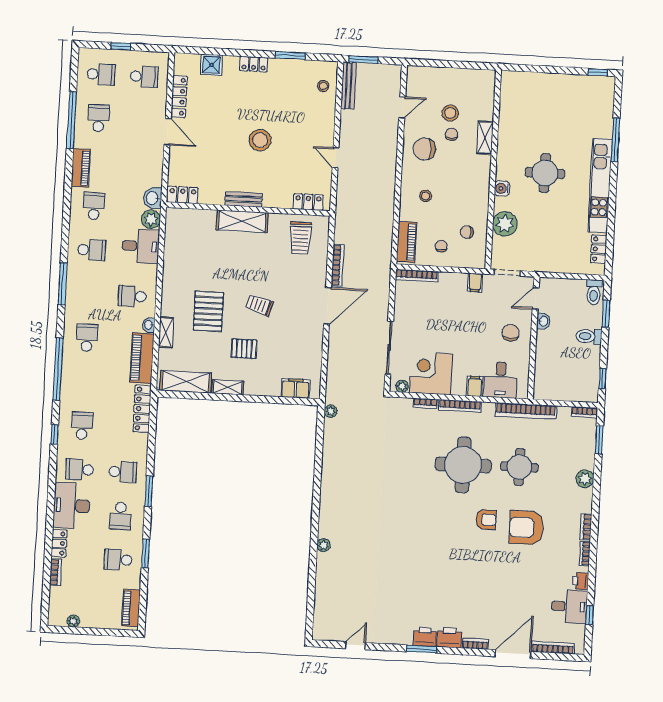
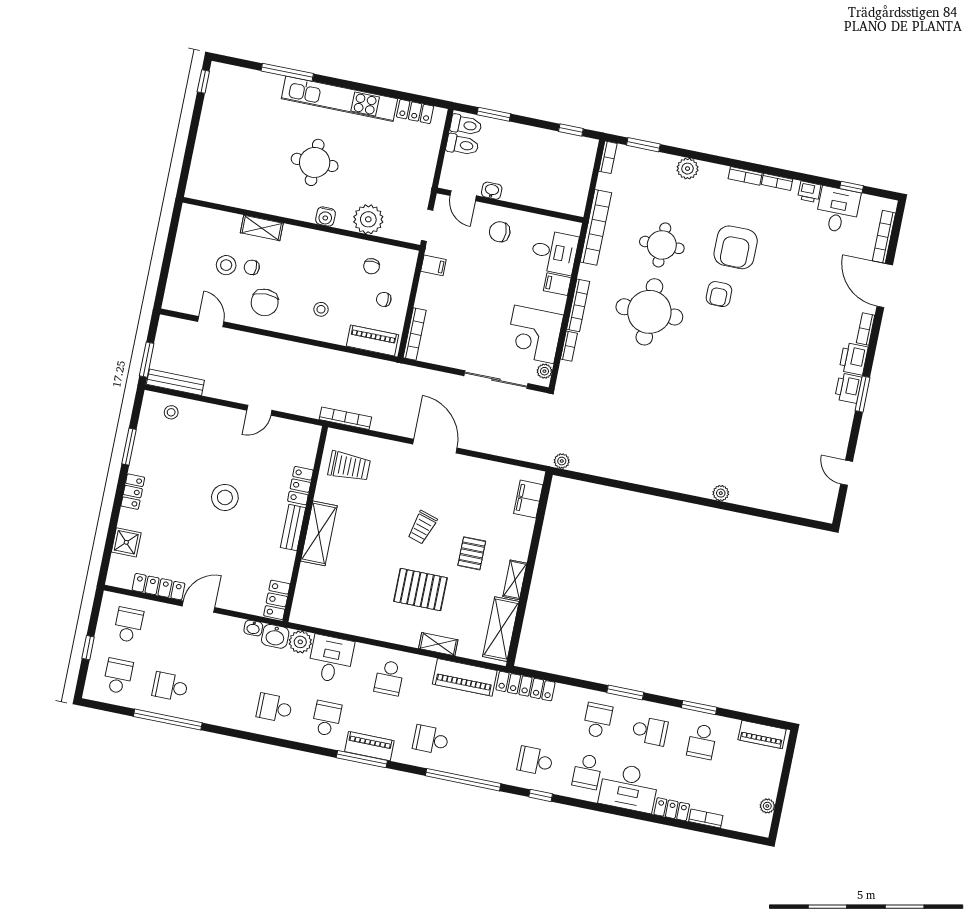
piano: (81, 168) -> (369, 746), moved
locker: (308, 202) -> (300, 486), moved
bookcase: (337, 265) -> (345, 418), moved
washbasin: (149, 325) -> (253, 628), moved
toilet: (589, 336) -> (462, 145), moved, turned -90
armchair: (486, 520) -> (719, 294), turned 180

